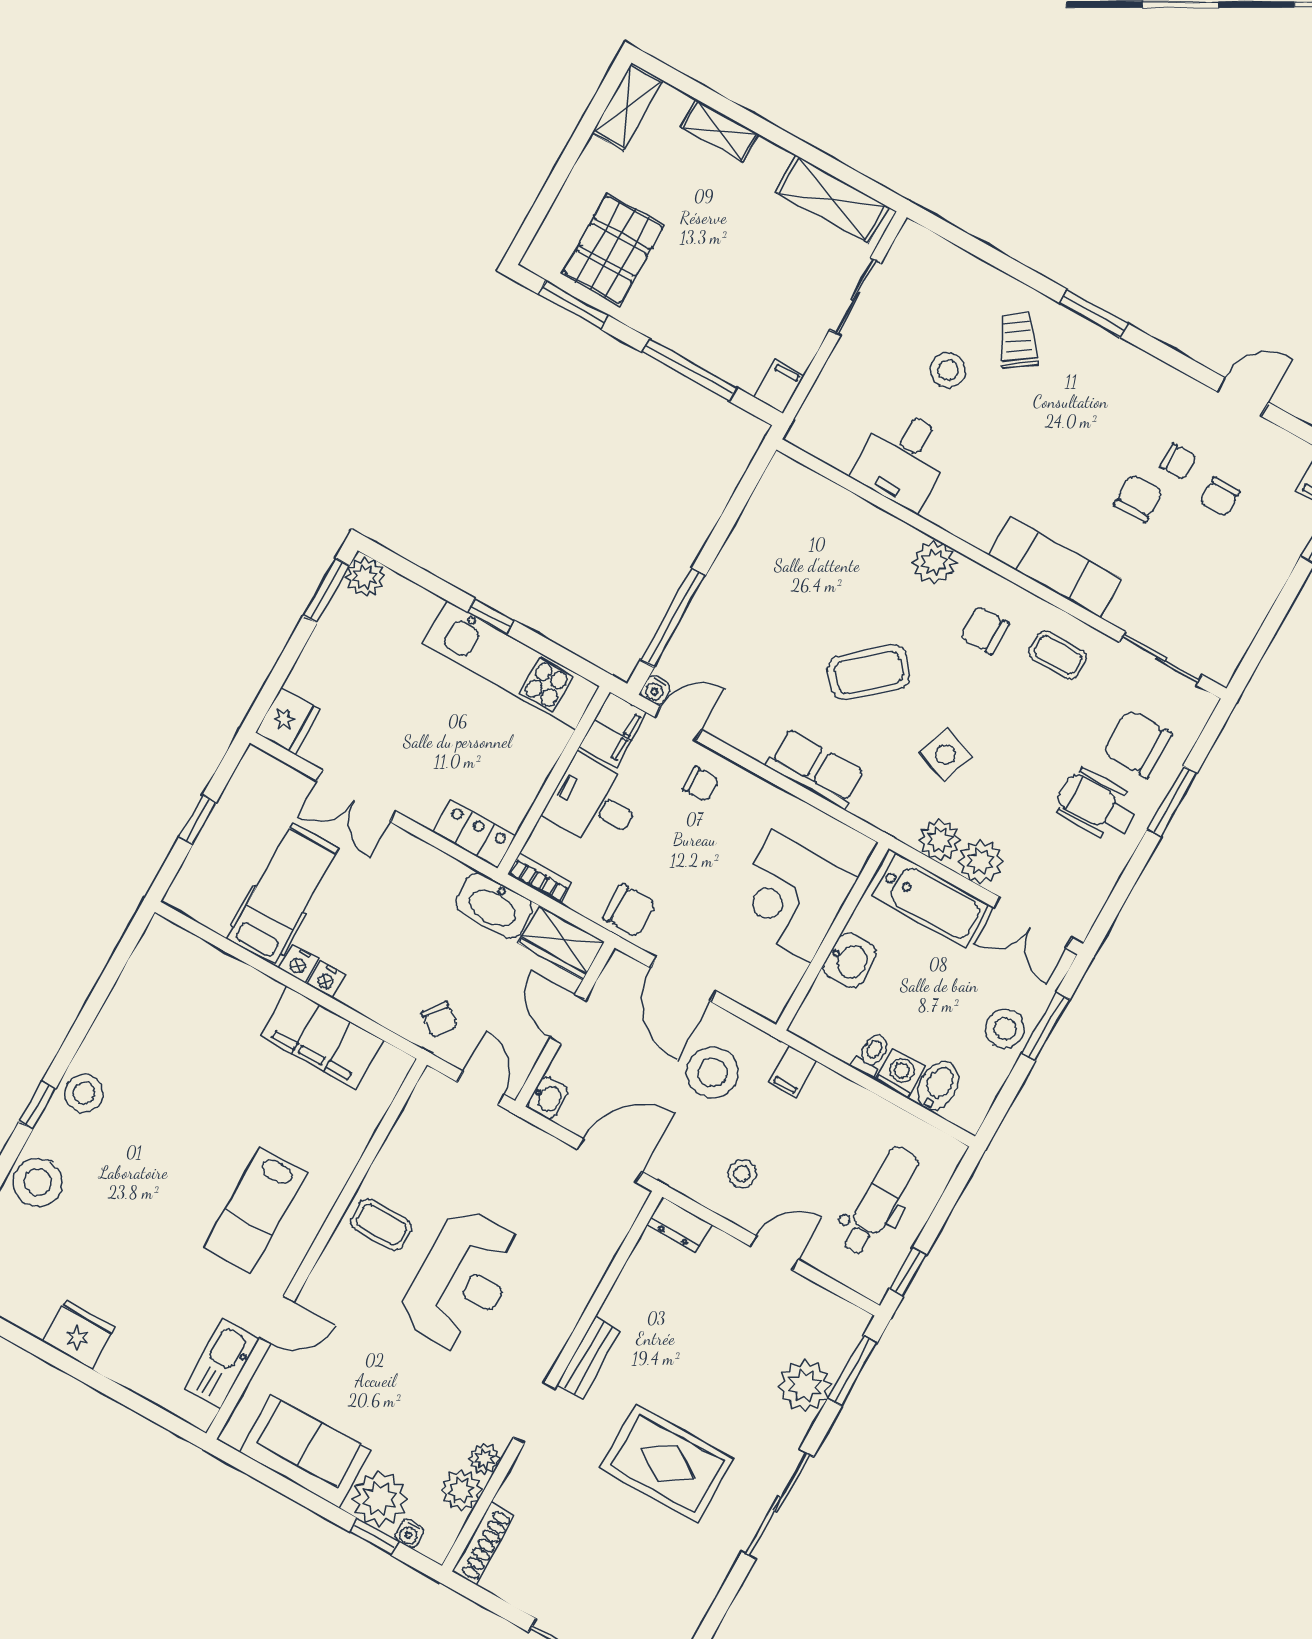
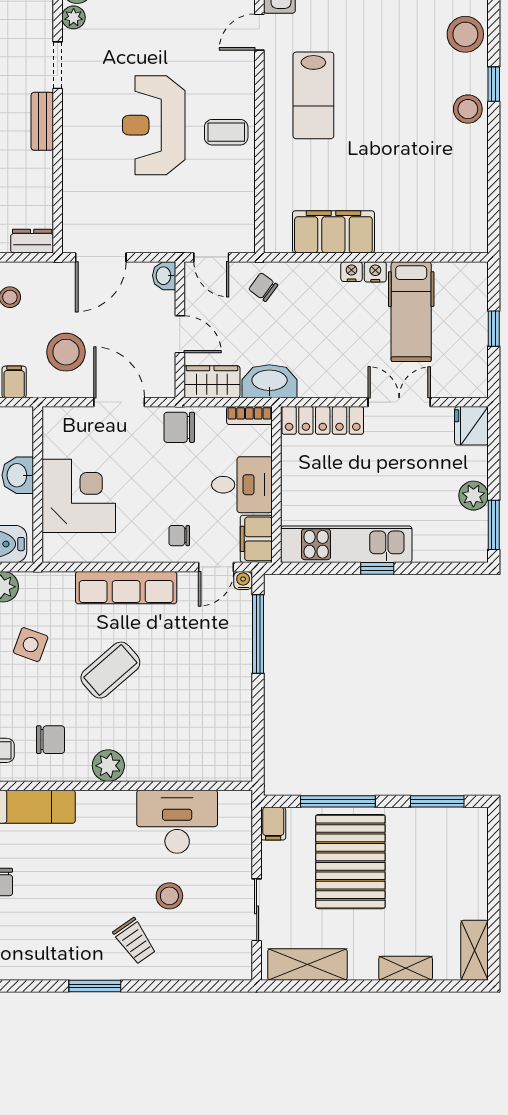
pallet: (613, 250) -> (350, 862), moved, width x1.37, depth x1.41
desk: (903, 459) -> (177, 822), width x1.37
plant: (365, 577) -> (473, 496), moved
row of seats: (816, 769) -> (126, 588), width x1.48
locker: (474, 834) -> (323, 420), width x1.53
lab bench: (255, 1210) -> (313, 95), turned 180

